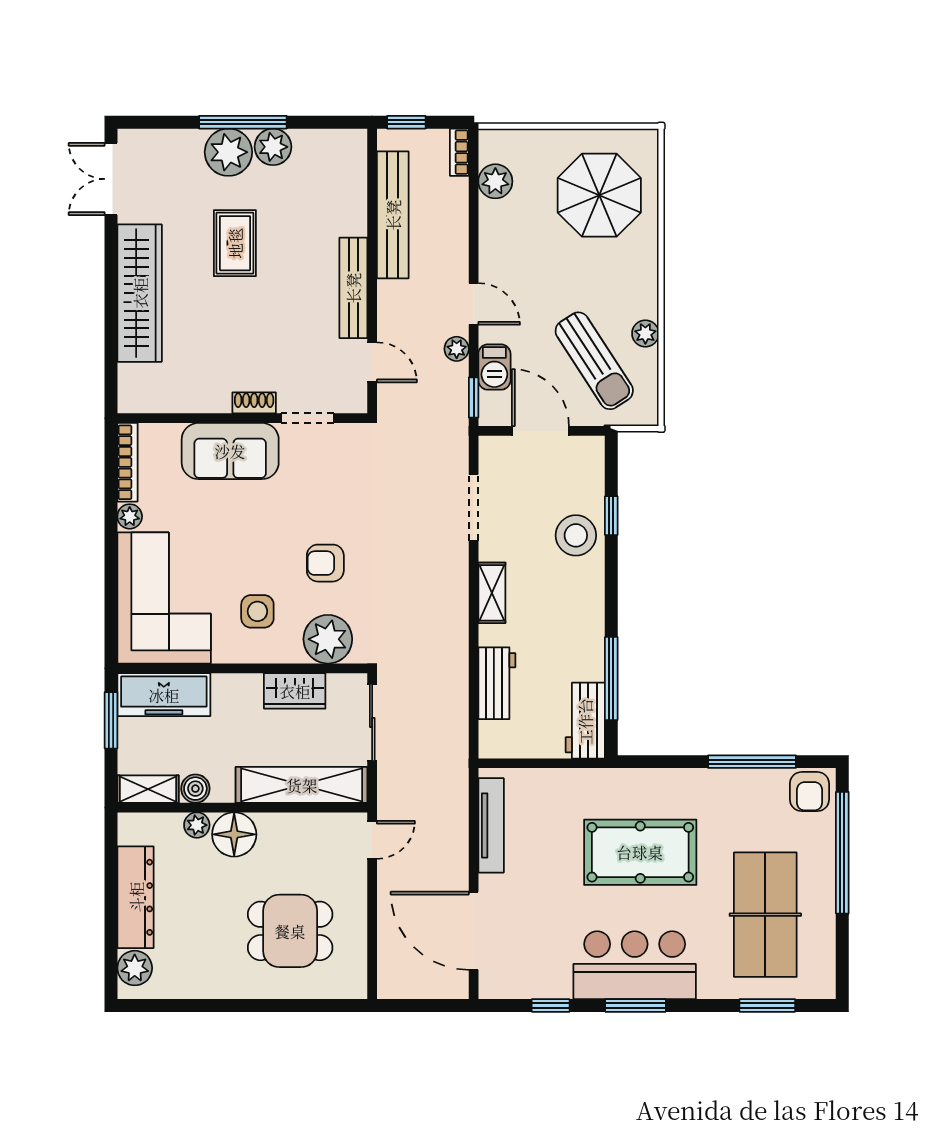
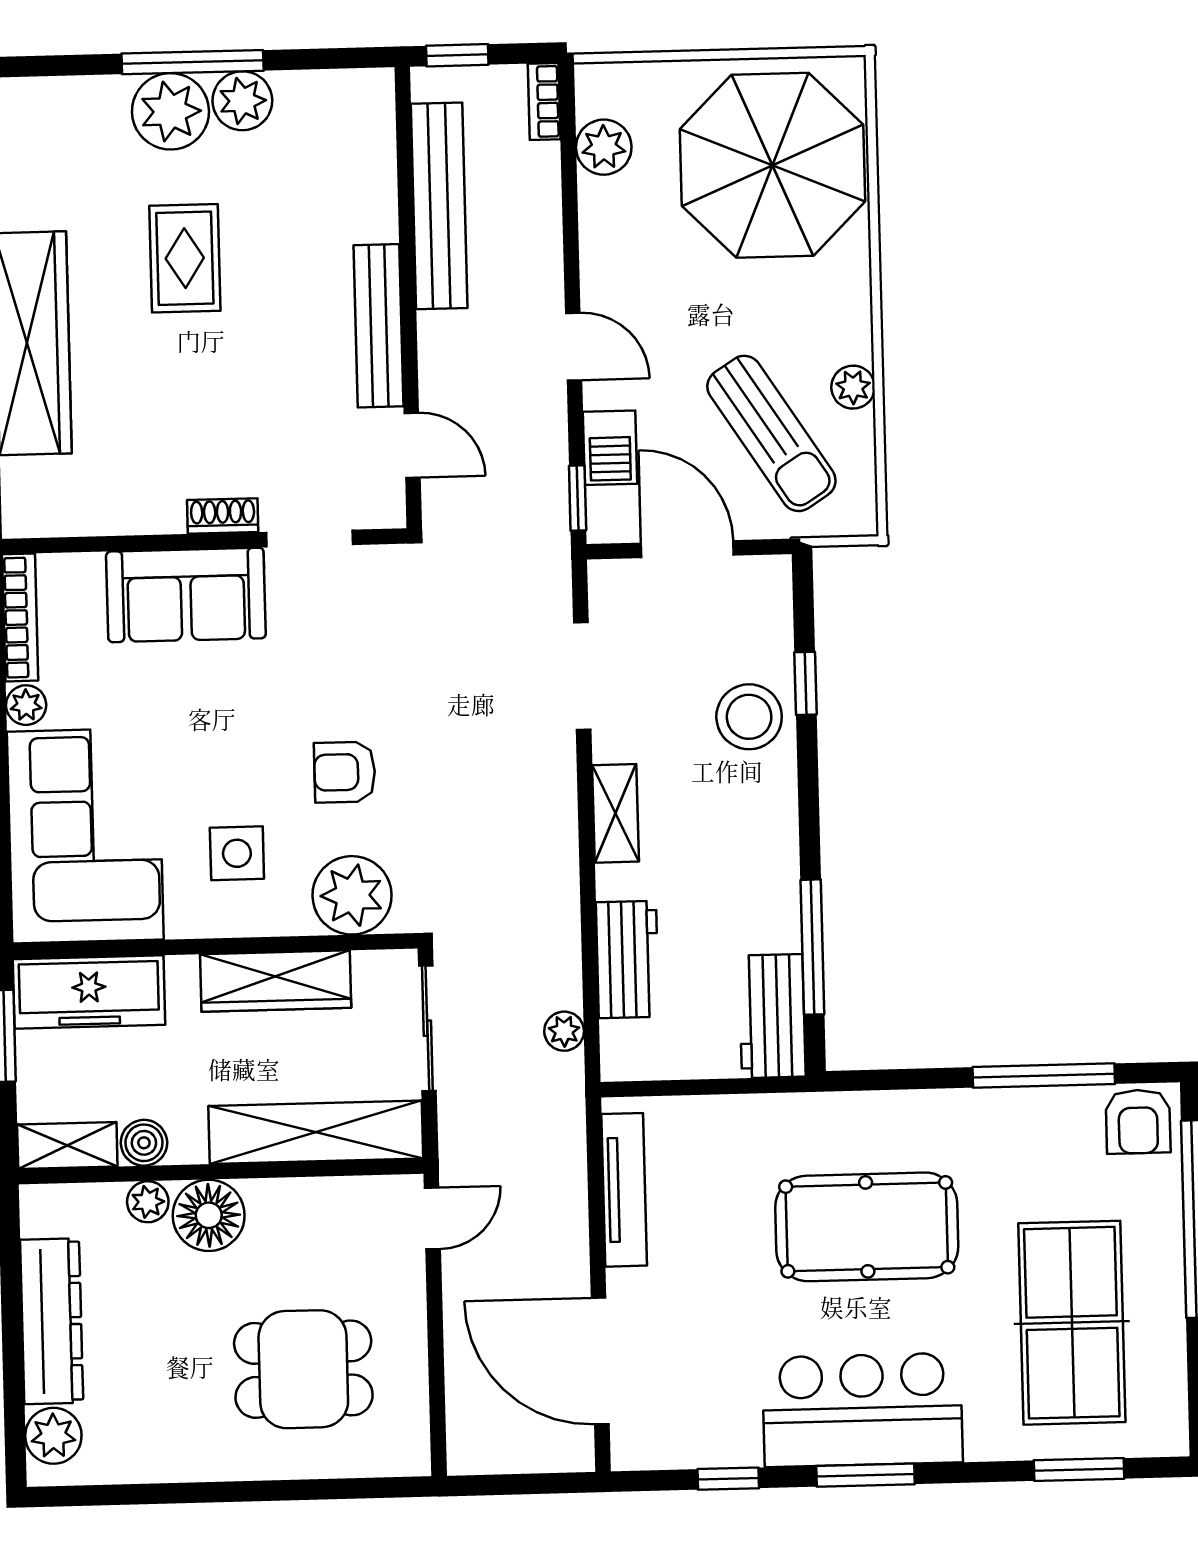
parasol: (599, 195) -> (772, 165), width x1.36, depth x1.36
plant: (457, 349) -> (564, 1031), moved
wardrobe: (295, 691) -> (276, 981), width x1.50

